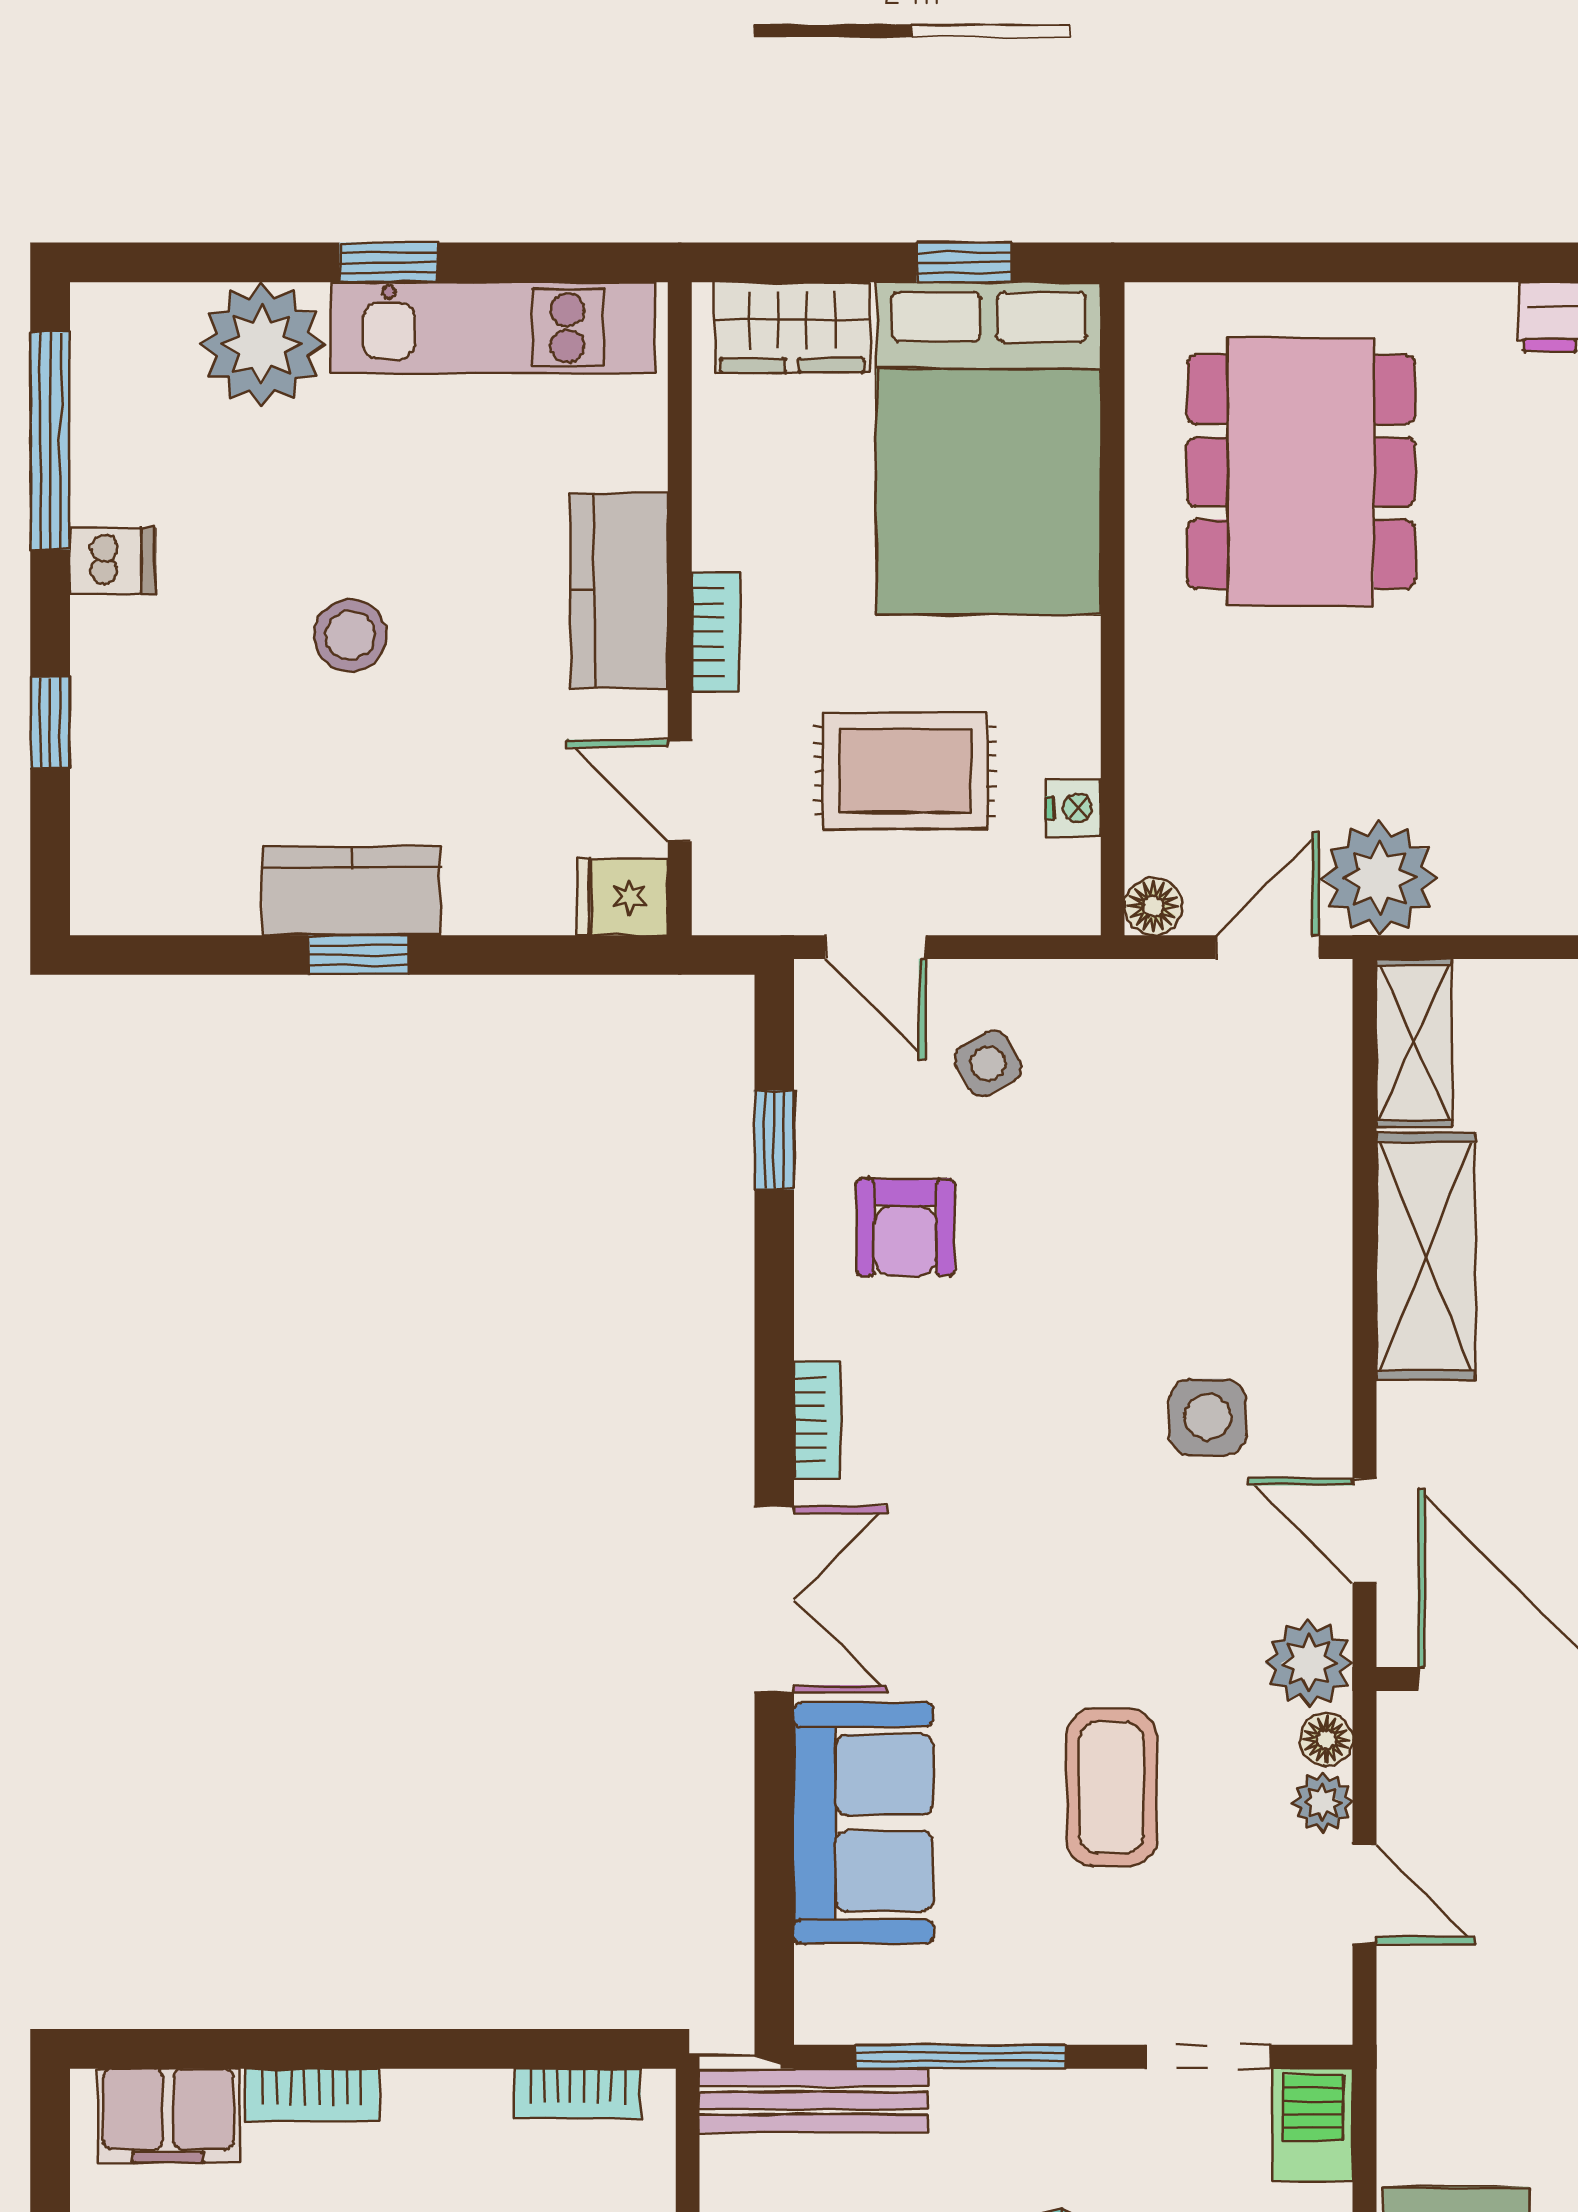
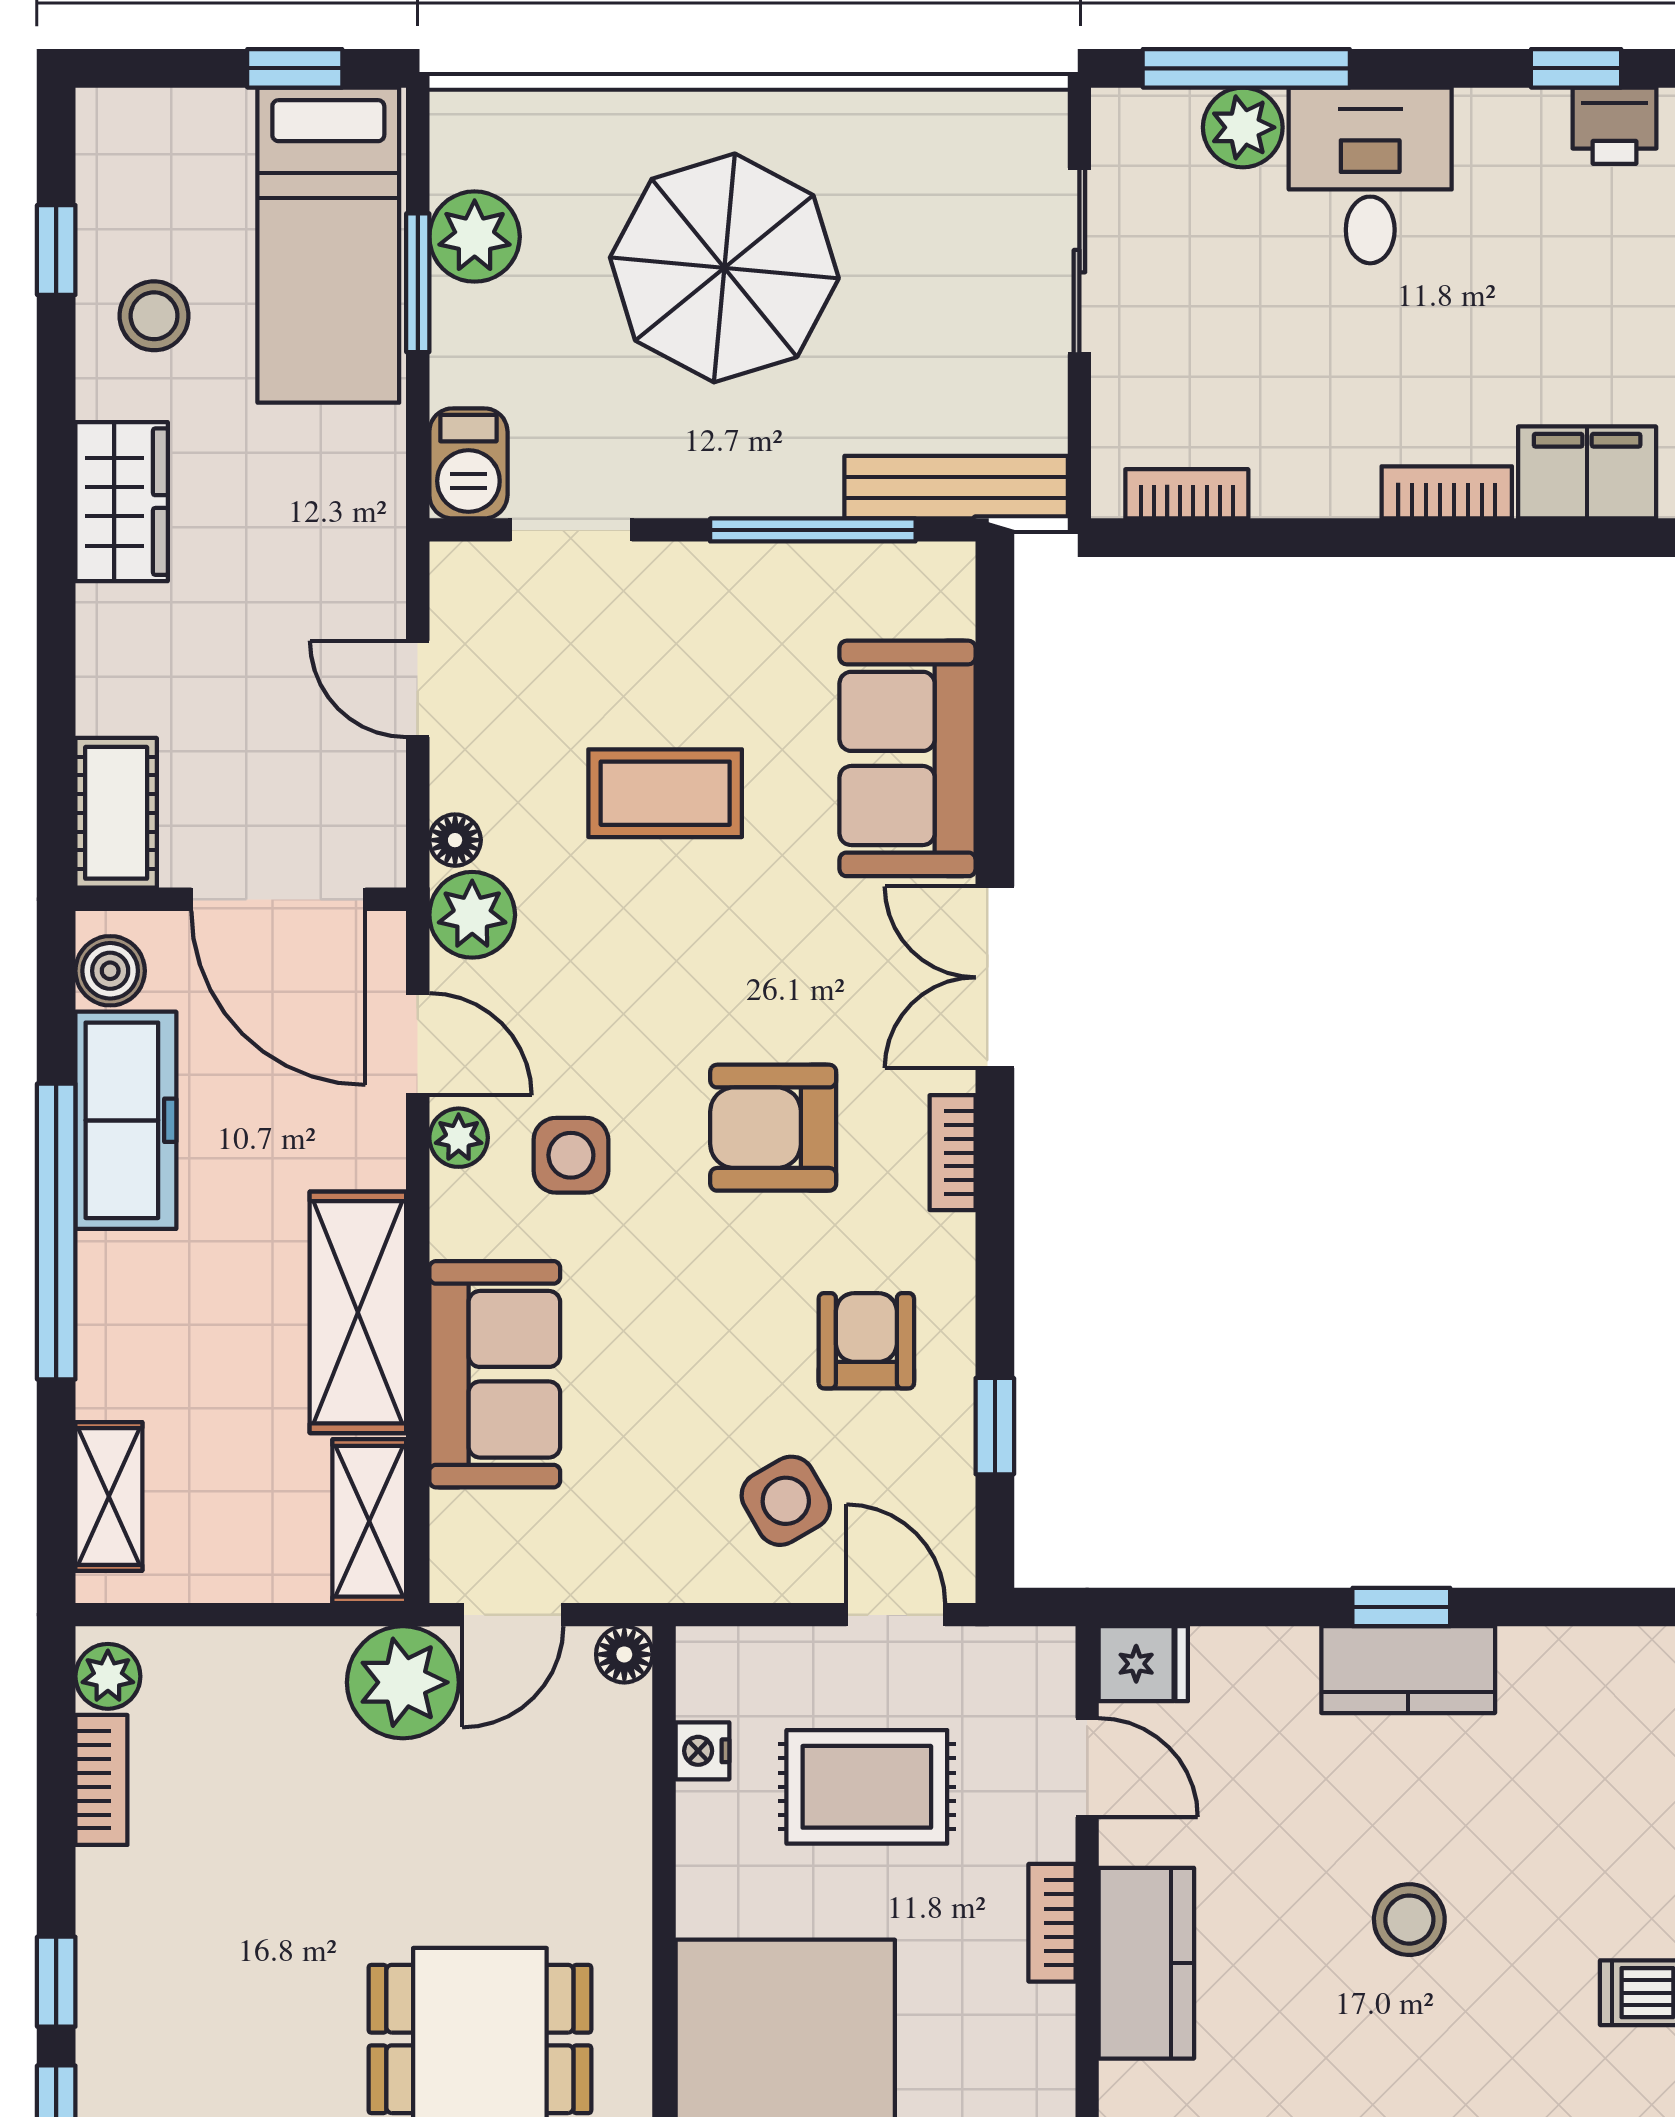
side table: (988, 1064) -> (786, 1501), width x1.37, depth x1.37
sofa: (1286, 1193) -> (495, 1374), added
armchair: (1001, 1445) -> (773, 1128), added
coffee table: (1111, 1787) -> (665, 793), turned 90
plant: (1323, 1802) -> (459, 1138), moved

